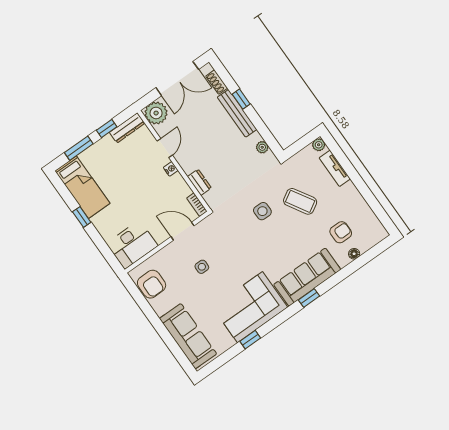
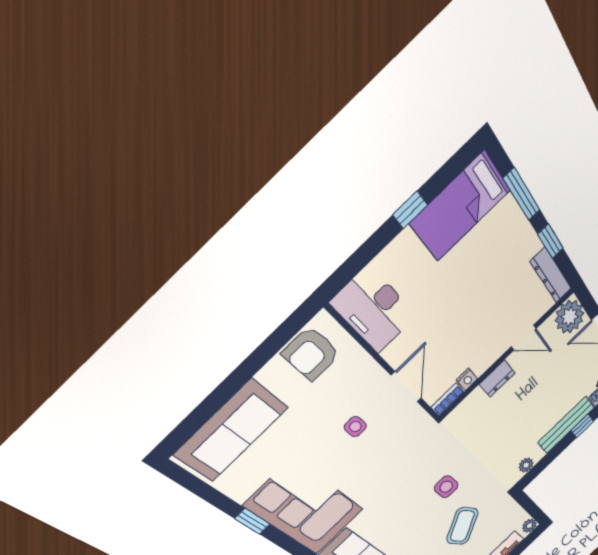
nightstand: (171, 169) -> (467, 379), moved
dresser: (199, 182) -> (497, 379), moved

